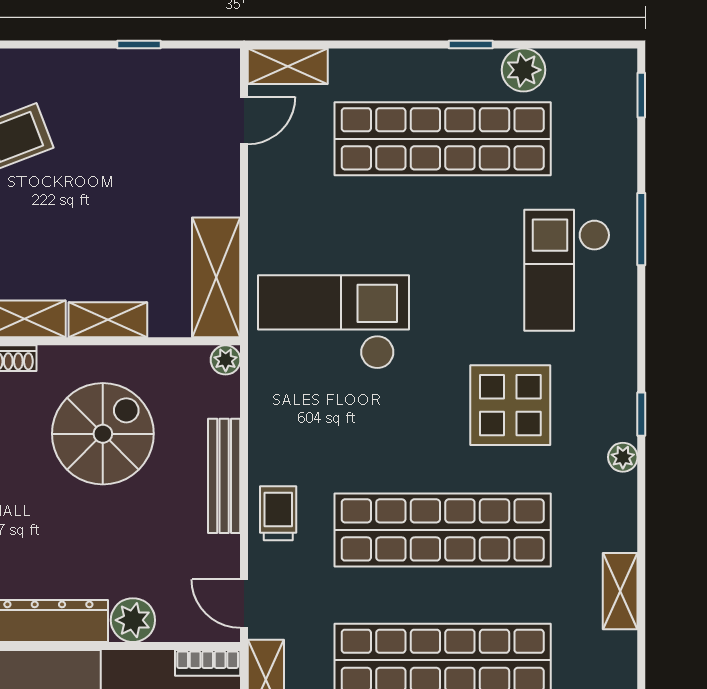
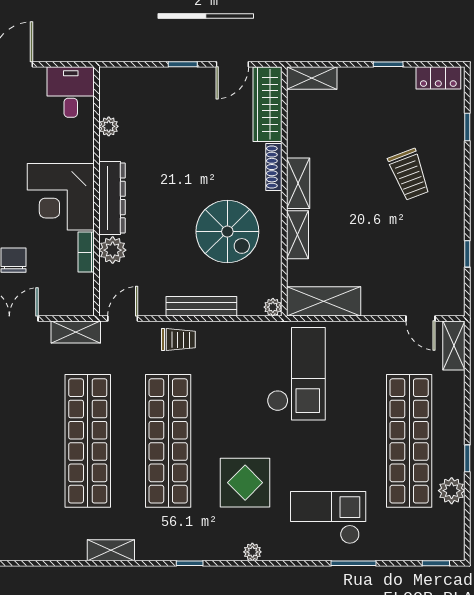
window: (641, 414) -> (190, 563), moved
plant: (623, 457) -> (252, 552), moved
shelving: (620, 591) -> (111, 550), moved
bookcase: (208, 663) -> (86, 252), moved

